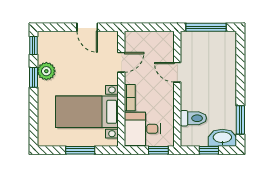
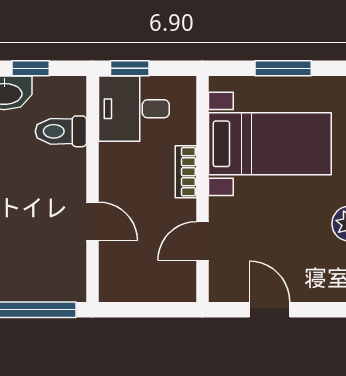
desk: (142, 129) -> (134, 109), moved, turned 180

